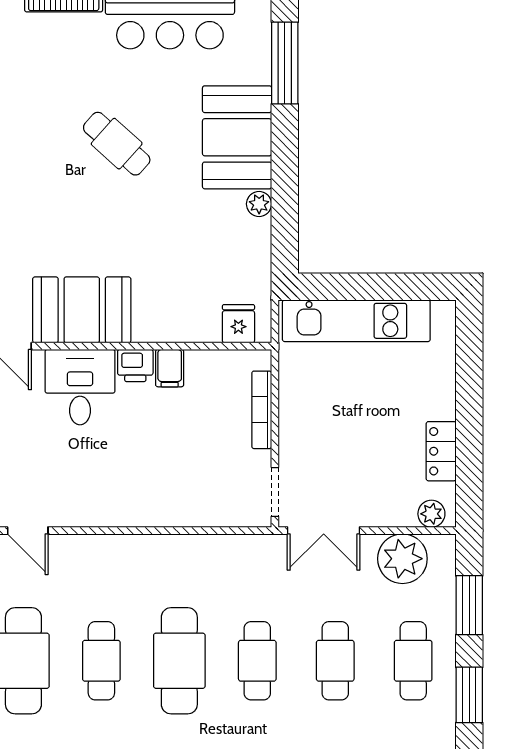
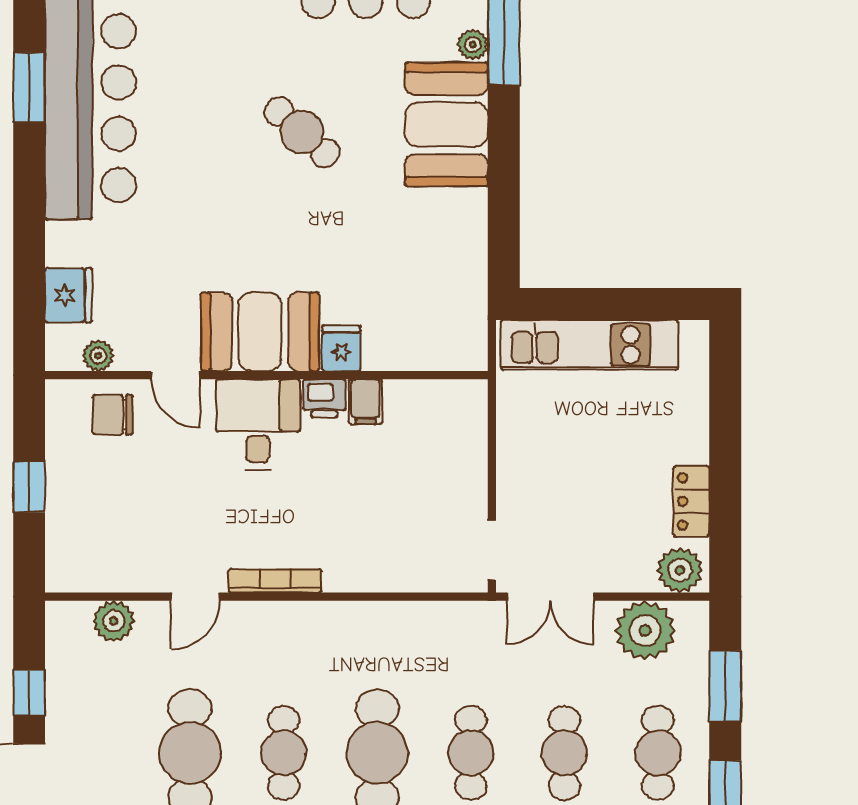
plant: (259, 204) -> (473, 44), moved
fridge: (238, 324) -> (341, 348), moved
bookcase: (262, 410) -> (275, 581), moved, turned 90
plant: (431, 514) -> (680, 570), width x1.38, depth x1.38
door: (28, 531) -> (195, 597), hinge flipped

